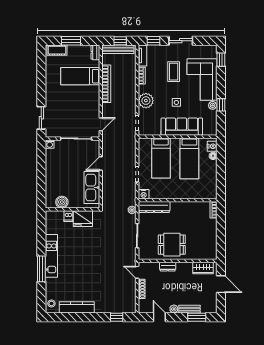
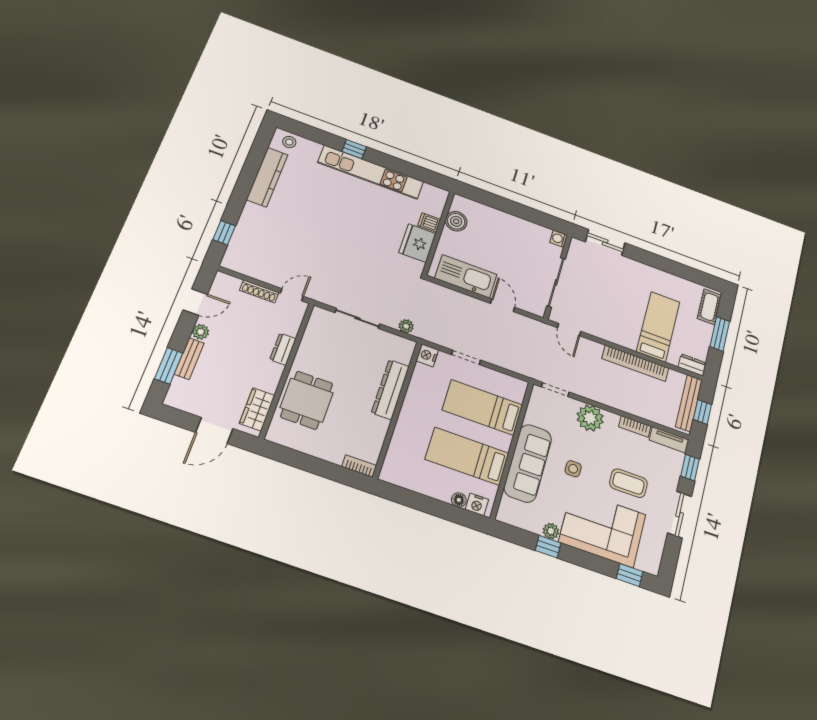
dresser: (154, 207) -> (390, 390), moved
dining table: (172, 245) -> (307, 400), moved
kitchen unit: (51, 256) -> (371, 172), width x1.36
window: (41, 269) -> (354, 149), width x0.46

